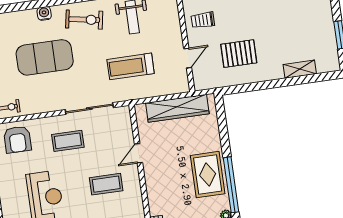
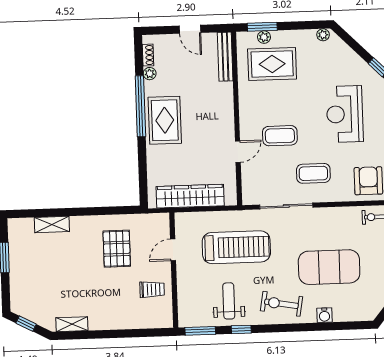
pallet: (239, 54) -> (117, 249), turned 90
treadmill: (131, 66) -> (236, 247), width x1.37, depth x1.38
coffee table: (106, 184) -> (280, 136), moved

